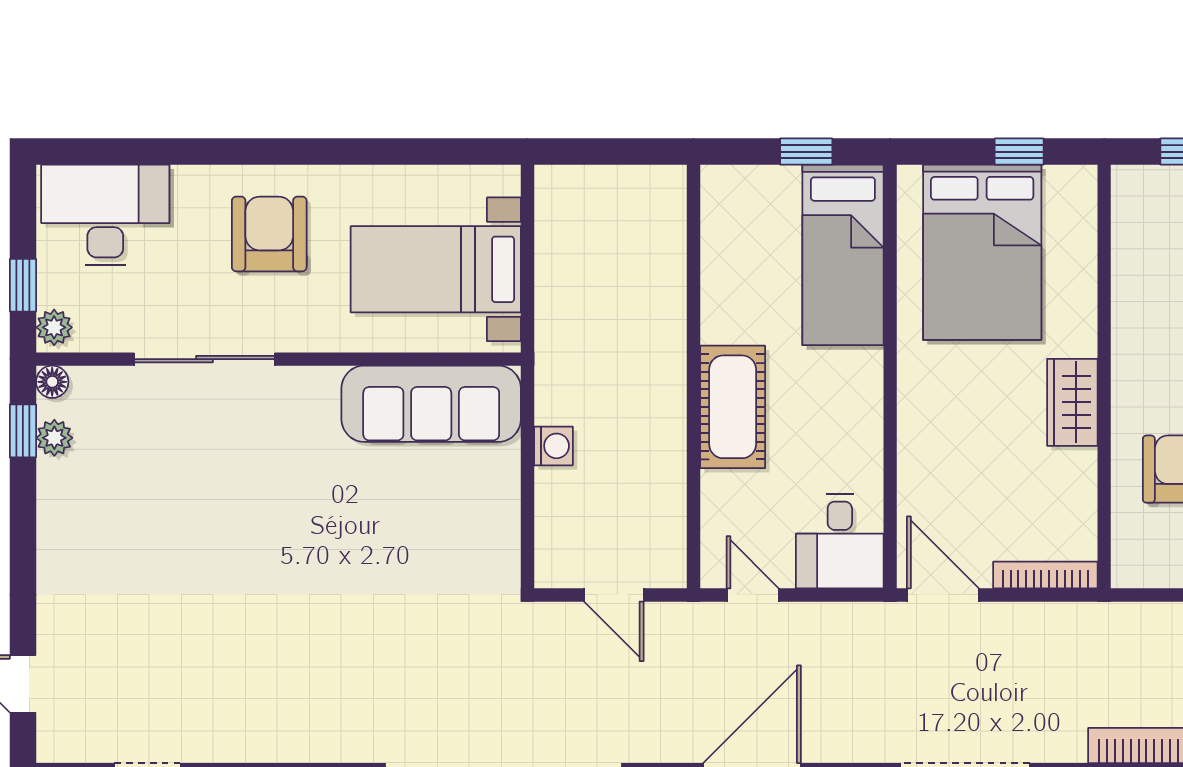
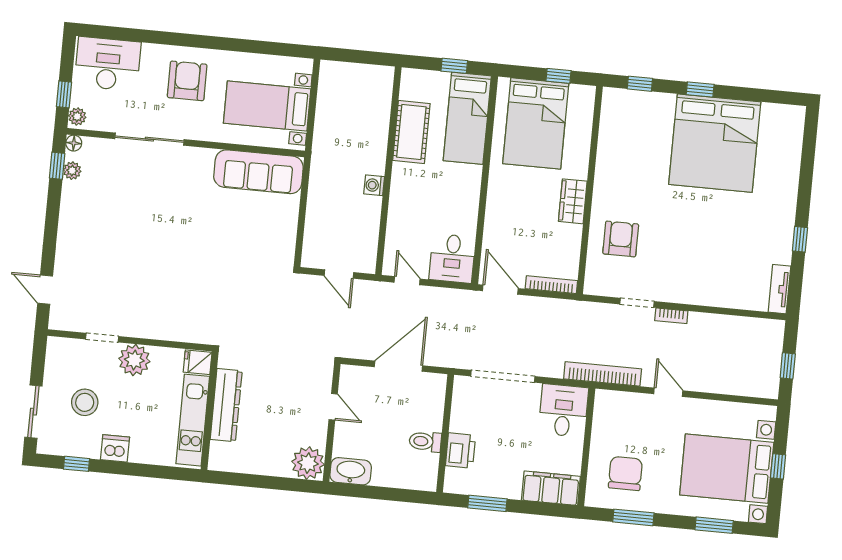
cot: (733, 407) -> (411, 132), moved
washing machine: (553, 446) -> (374, 185), moved, turned 180

